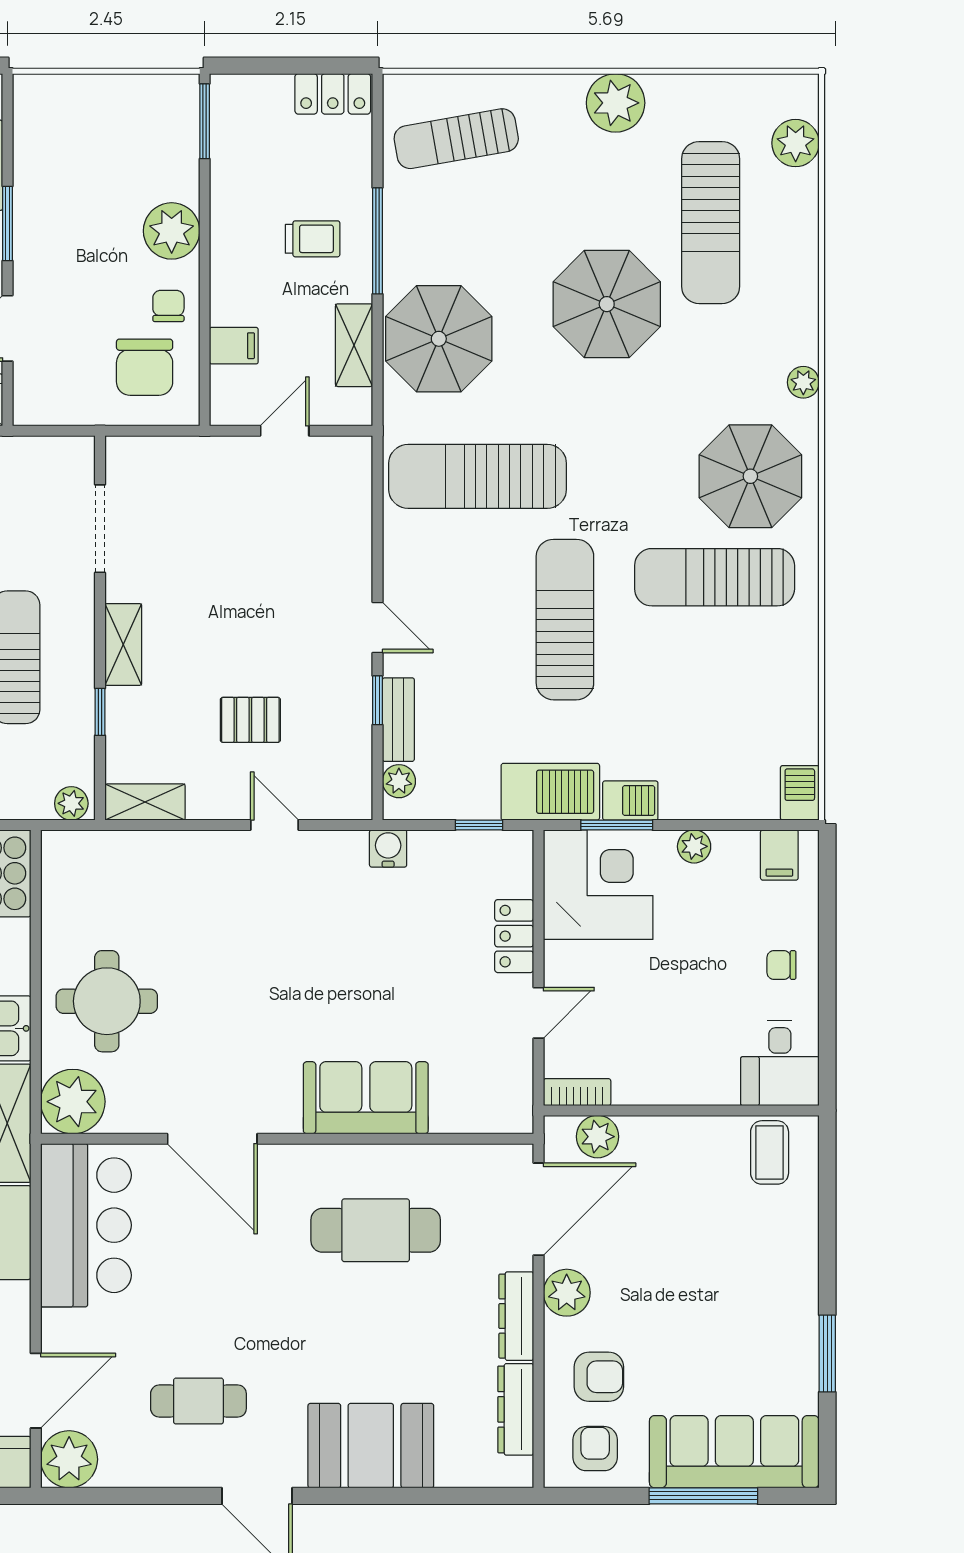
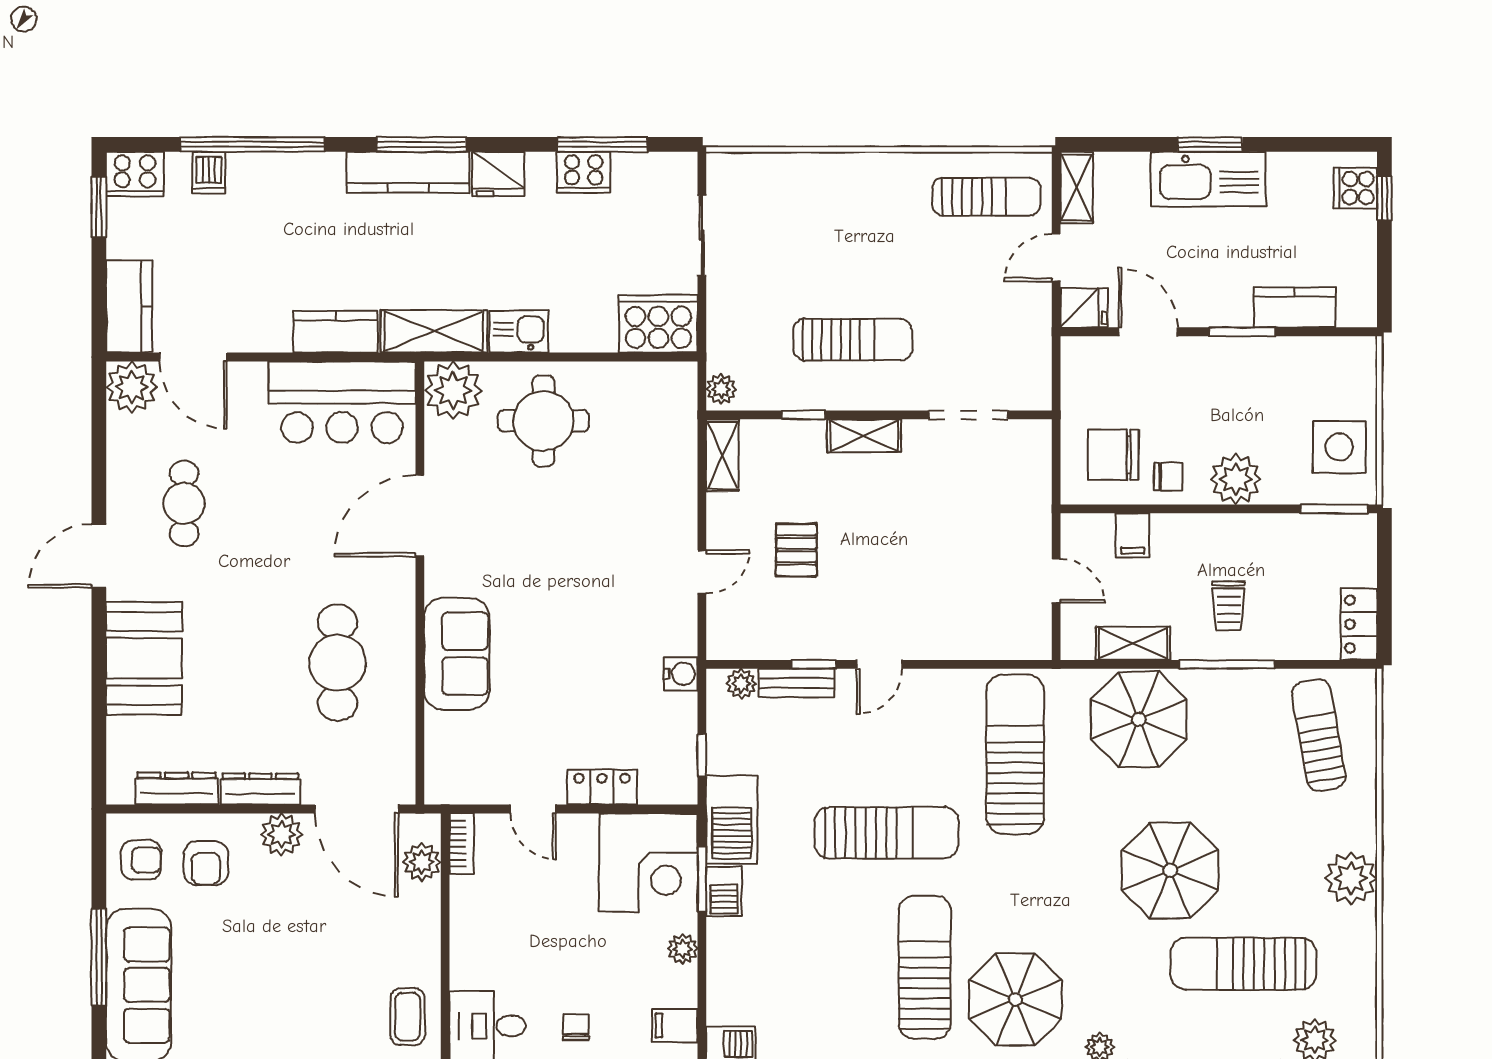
side table: (136, 116) -> (1339, 447), added
coffee table: (770, 1152) -> (407, 1017), turned 90

